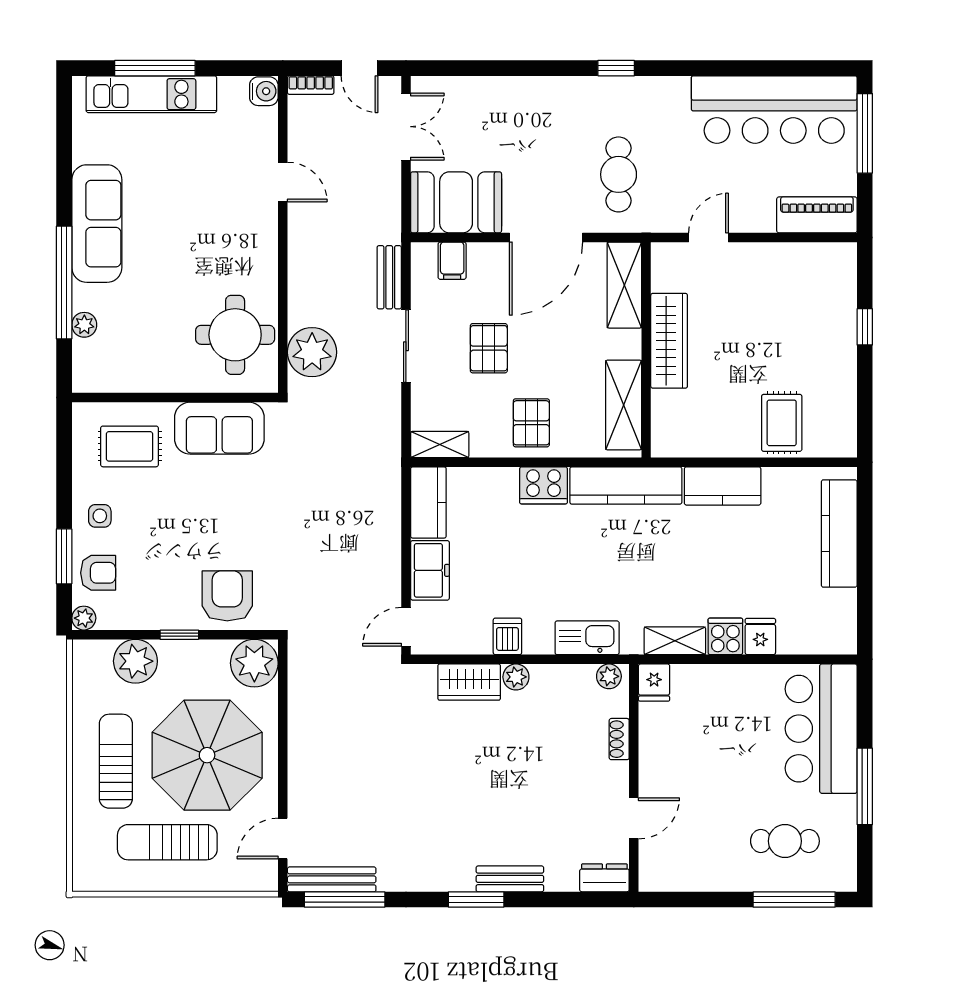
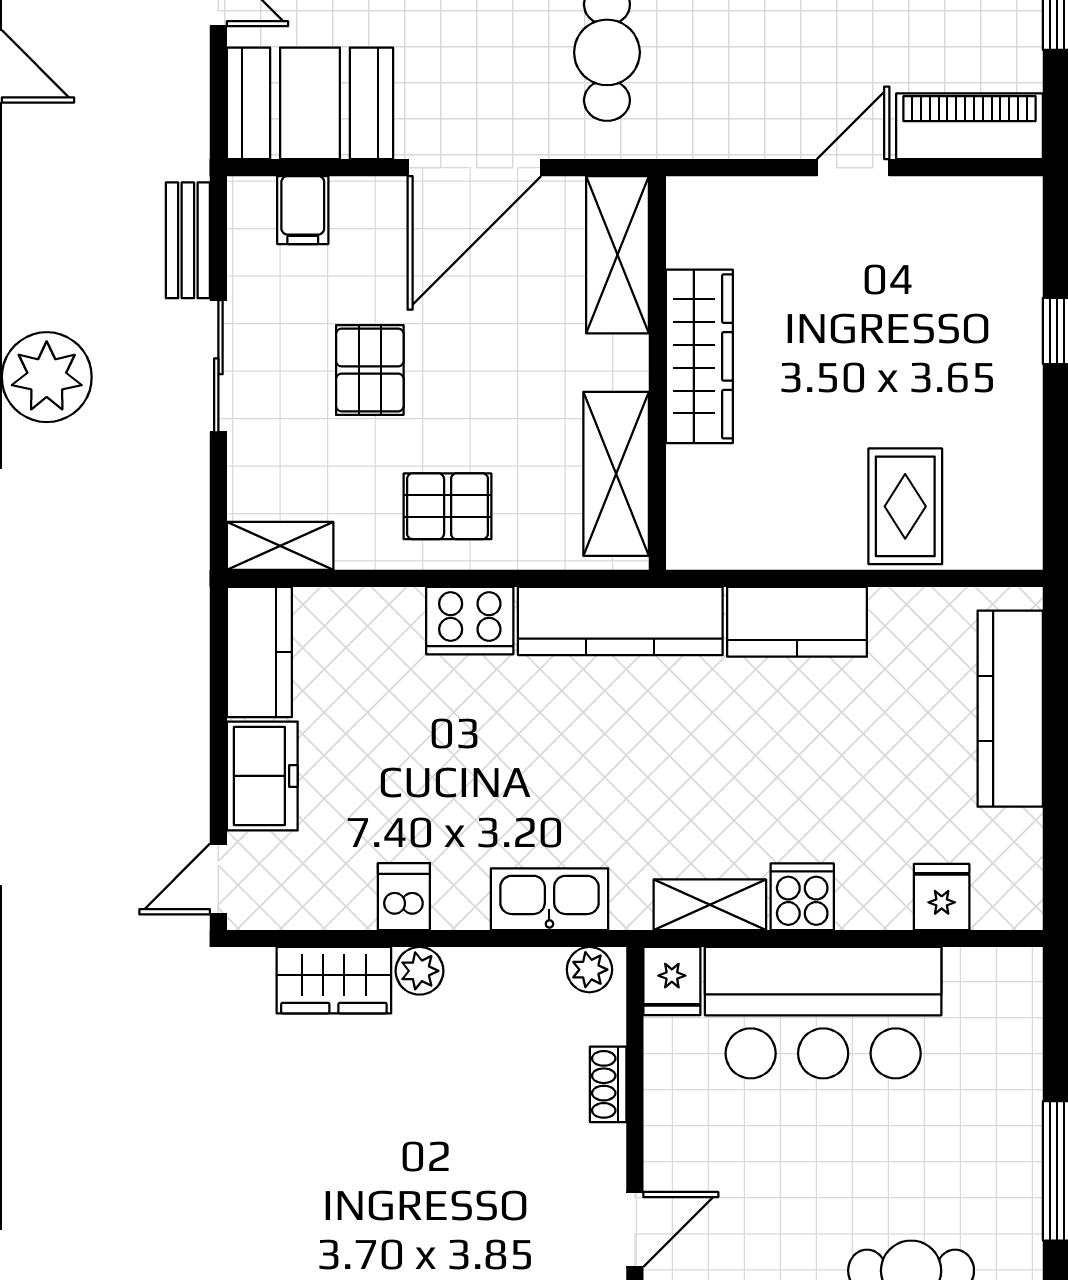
door: (708, 237) -> (853, 168), moved
pallet: (531, 423) -> (448, 506), turned 90
fridge: (760, 637) -> (942, 897), moved
bar counter: (821, 729) -> (823, 1013), moved, turned -90

